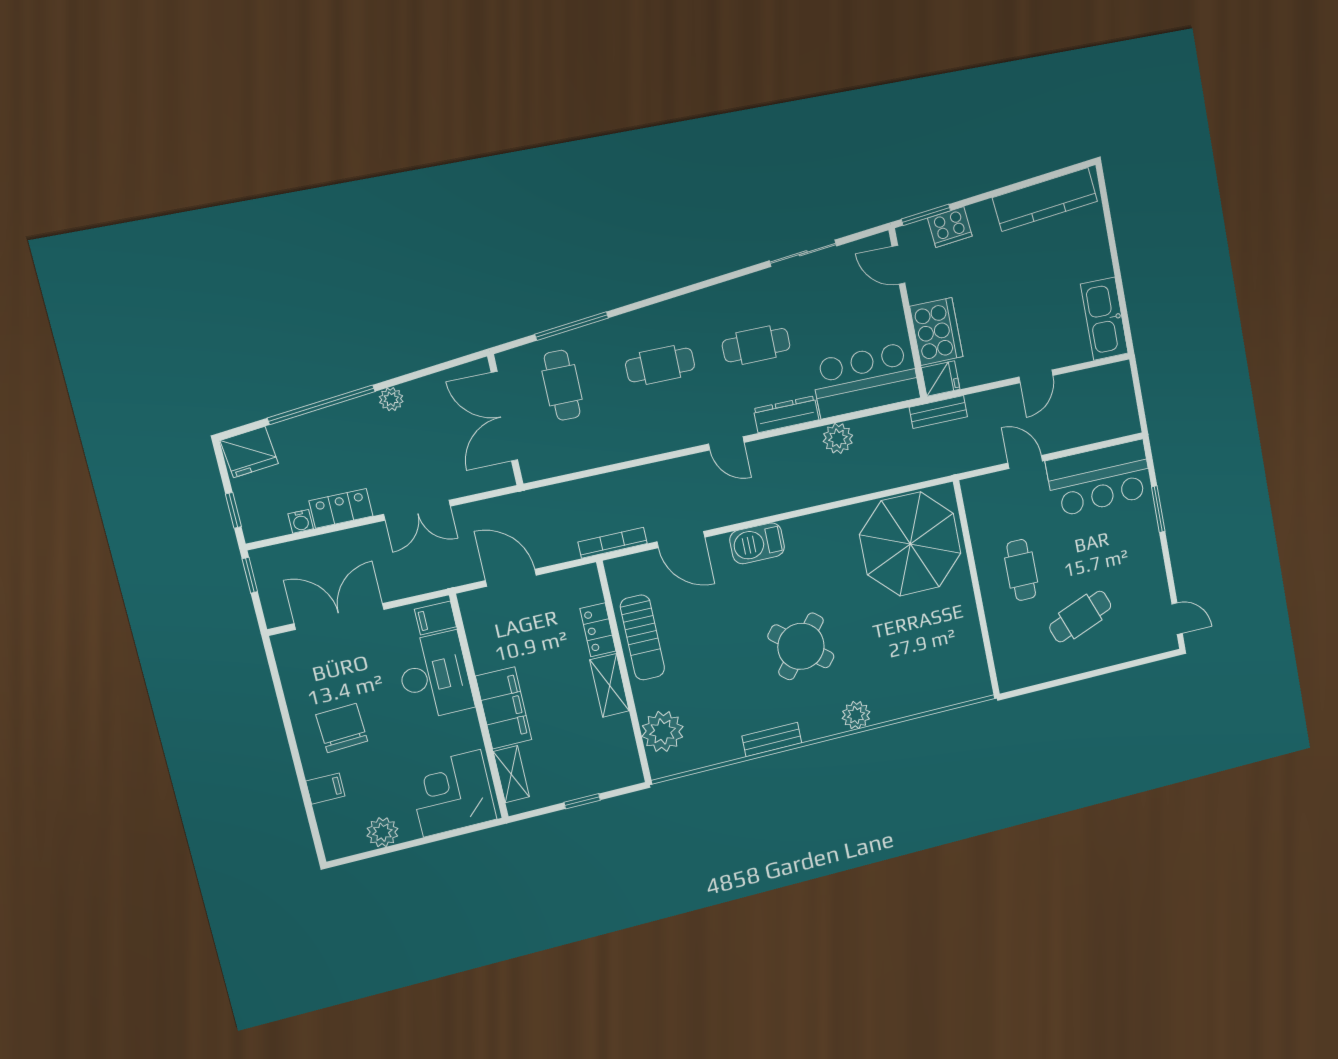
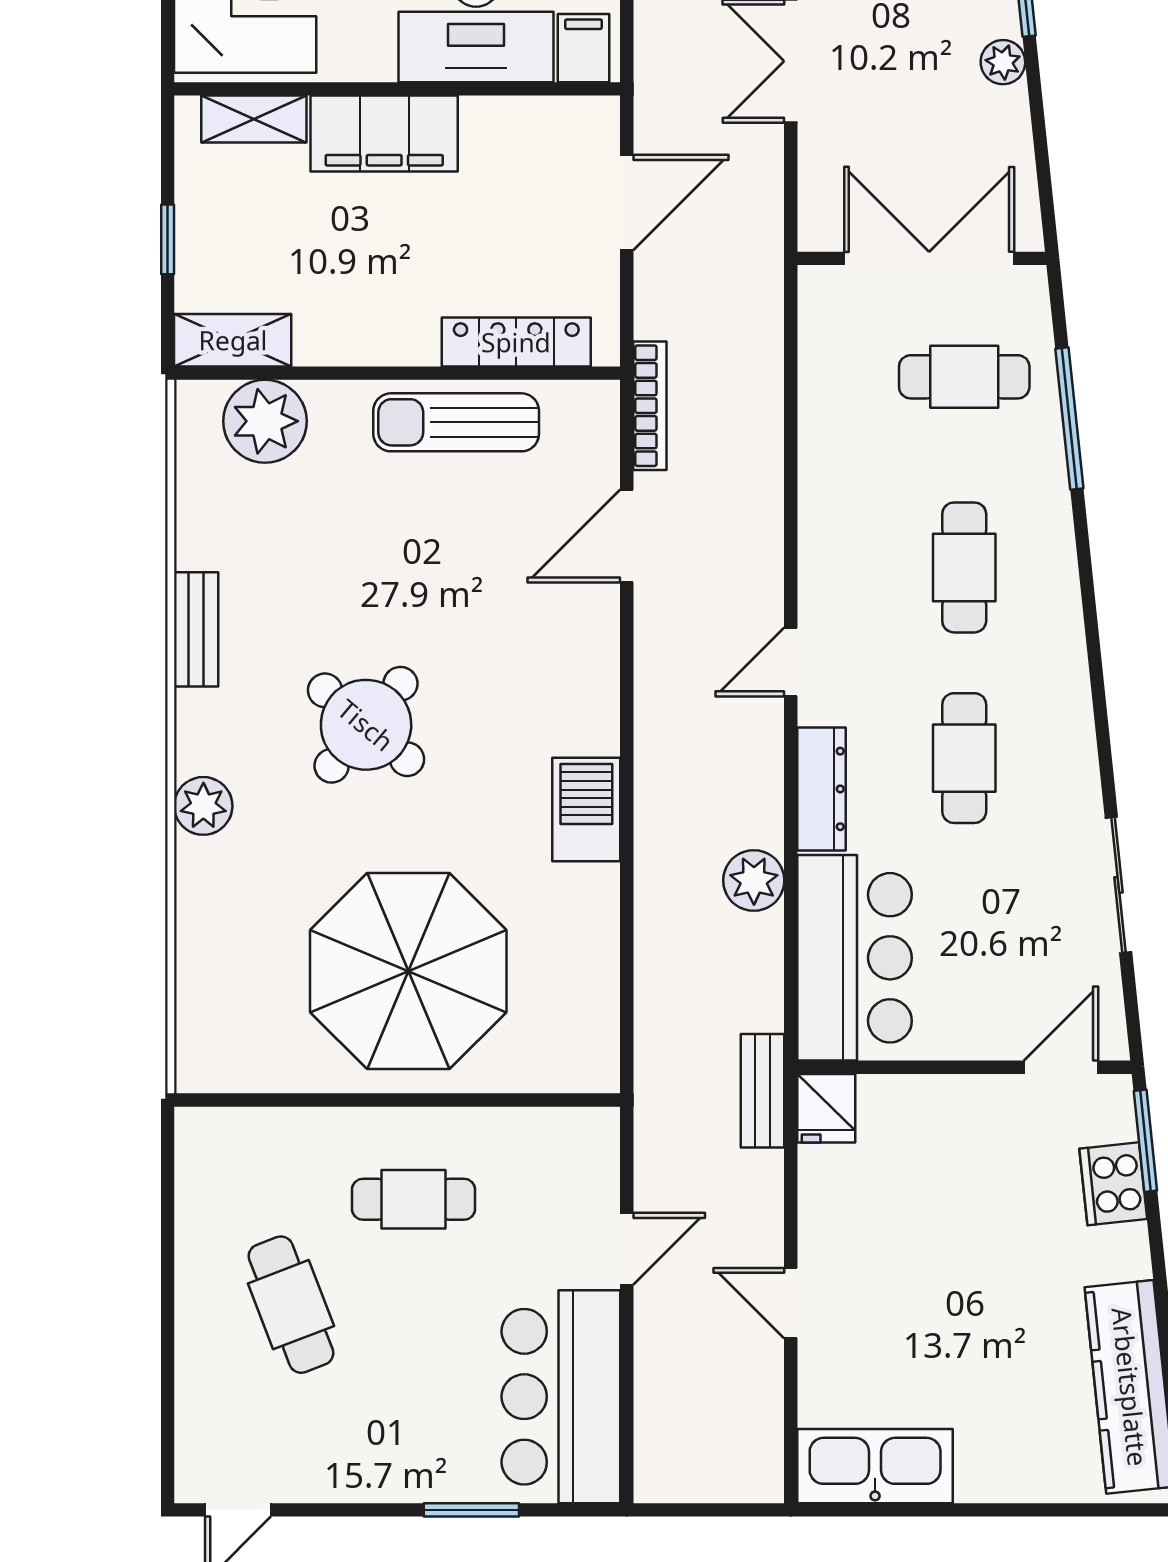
cooker: (936, 332) -> (919, 1118), removed
barbecue: (757, 543) -> (586, 810), moved
parasol: (910, 544) -> (408, 971), moved
locker: (598, 630) -> (516, 342), width x1.53
shelving: (610, 685) -> (233, 340), moved

